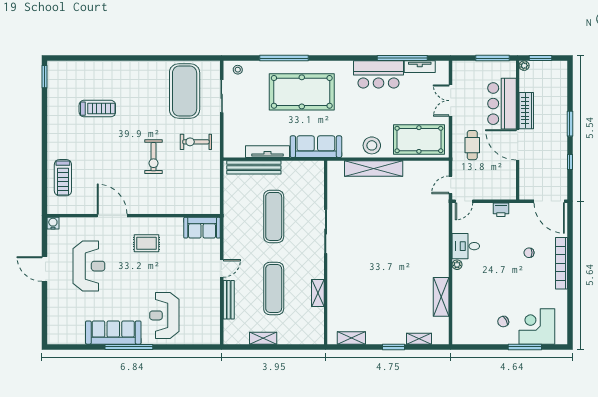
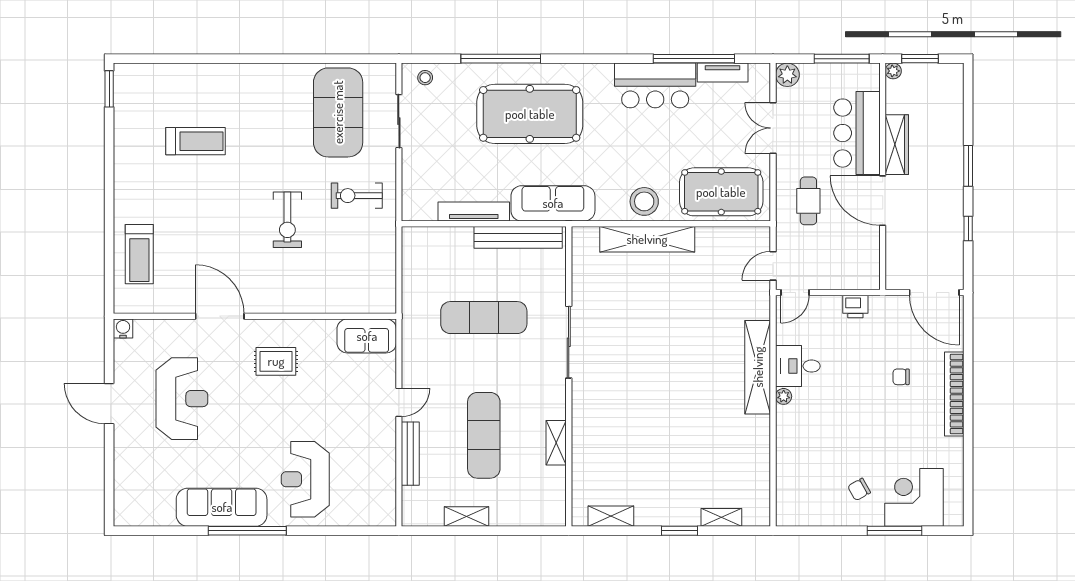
plant: (459, 68) -> (787, 75), added
bench: (254, 167) -> (518, 237), moved
exercise mat: (274, 216) -> (484, 318), turned 90
shelving: (441, 297) -> (758, 367), moved, width x1.47

